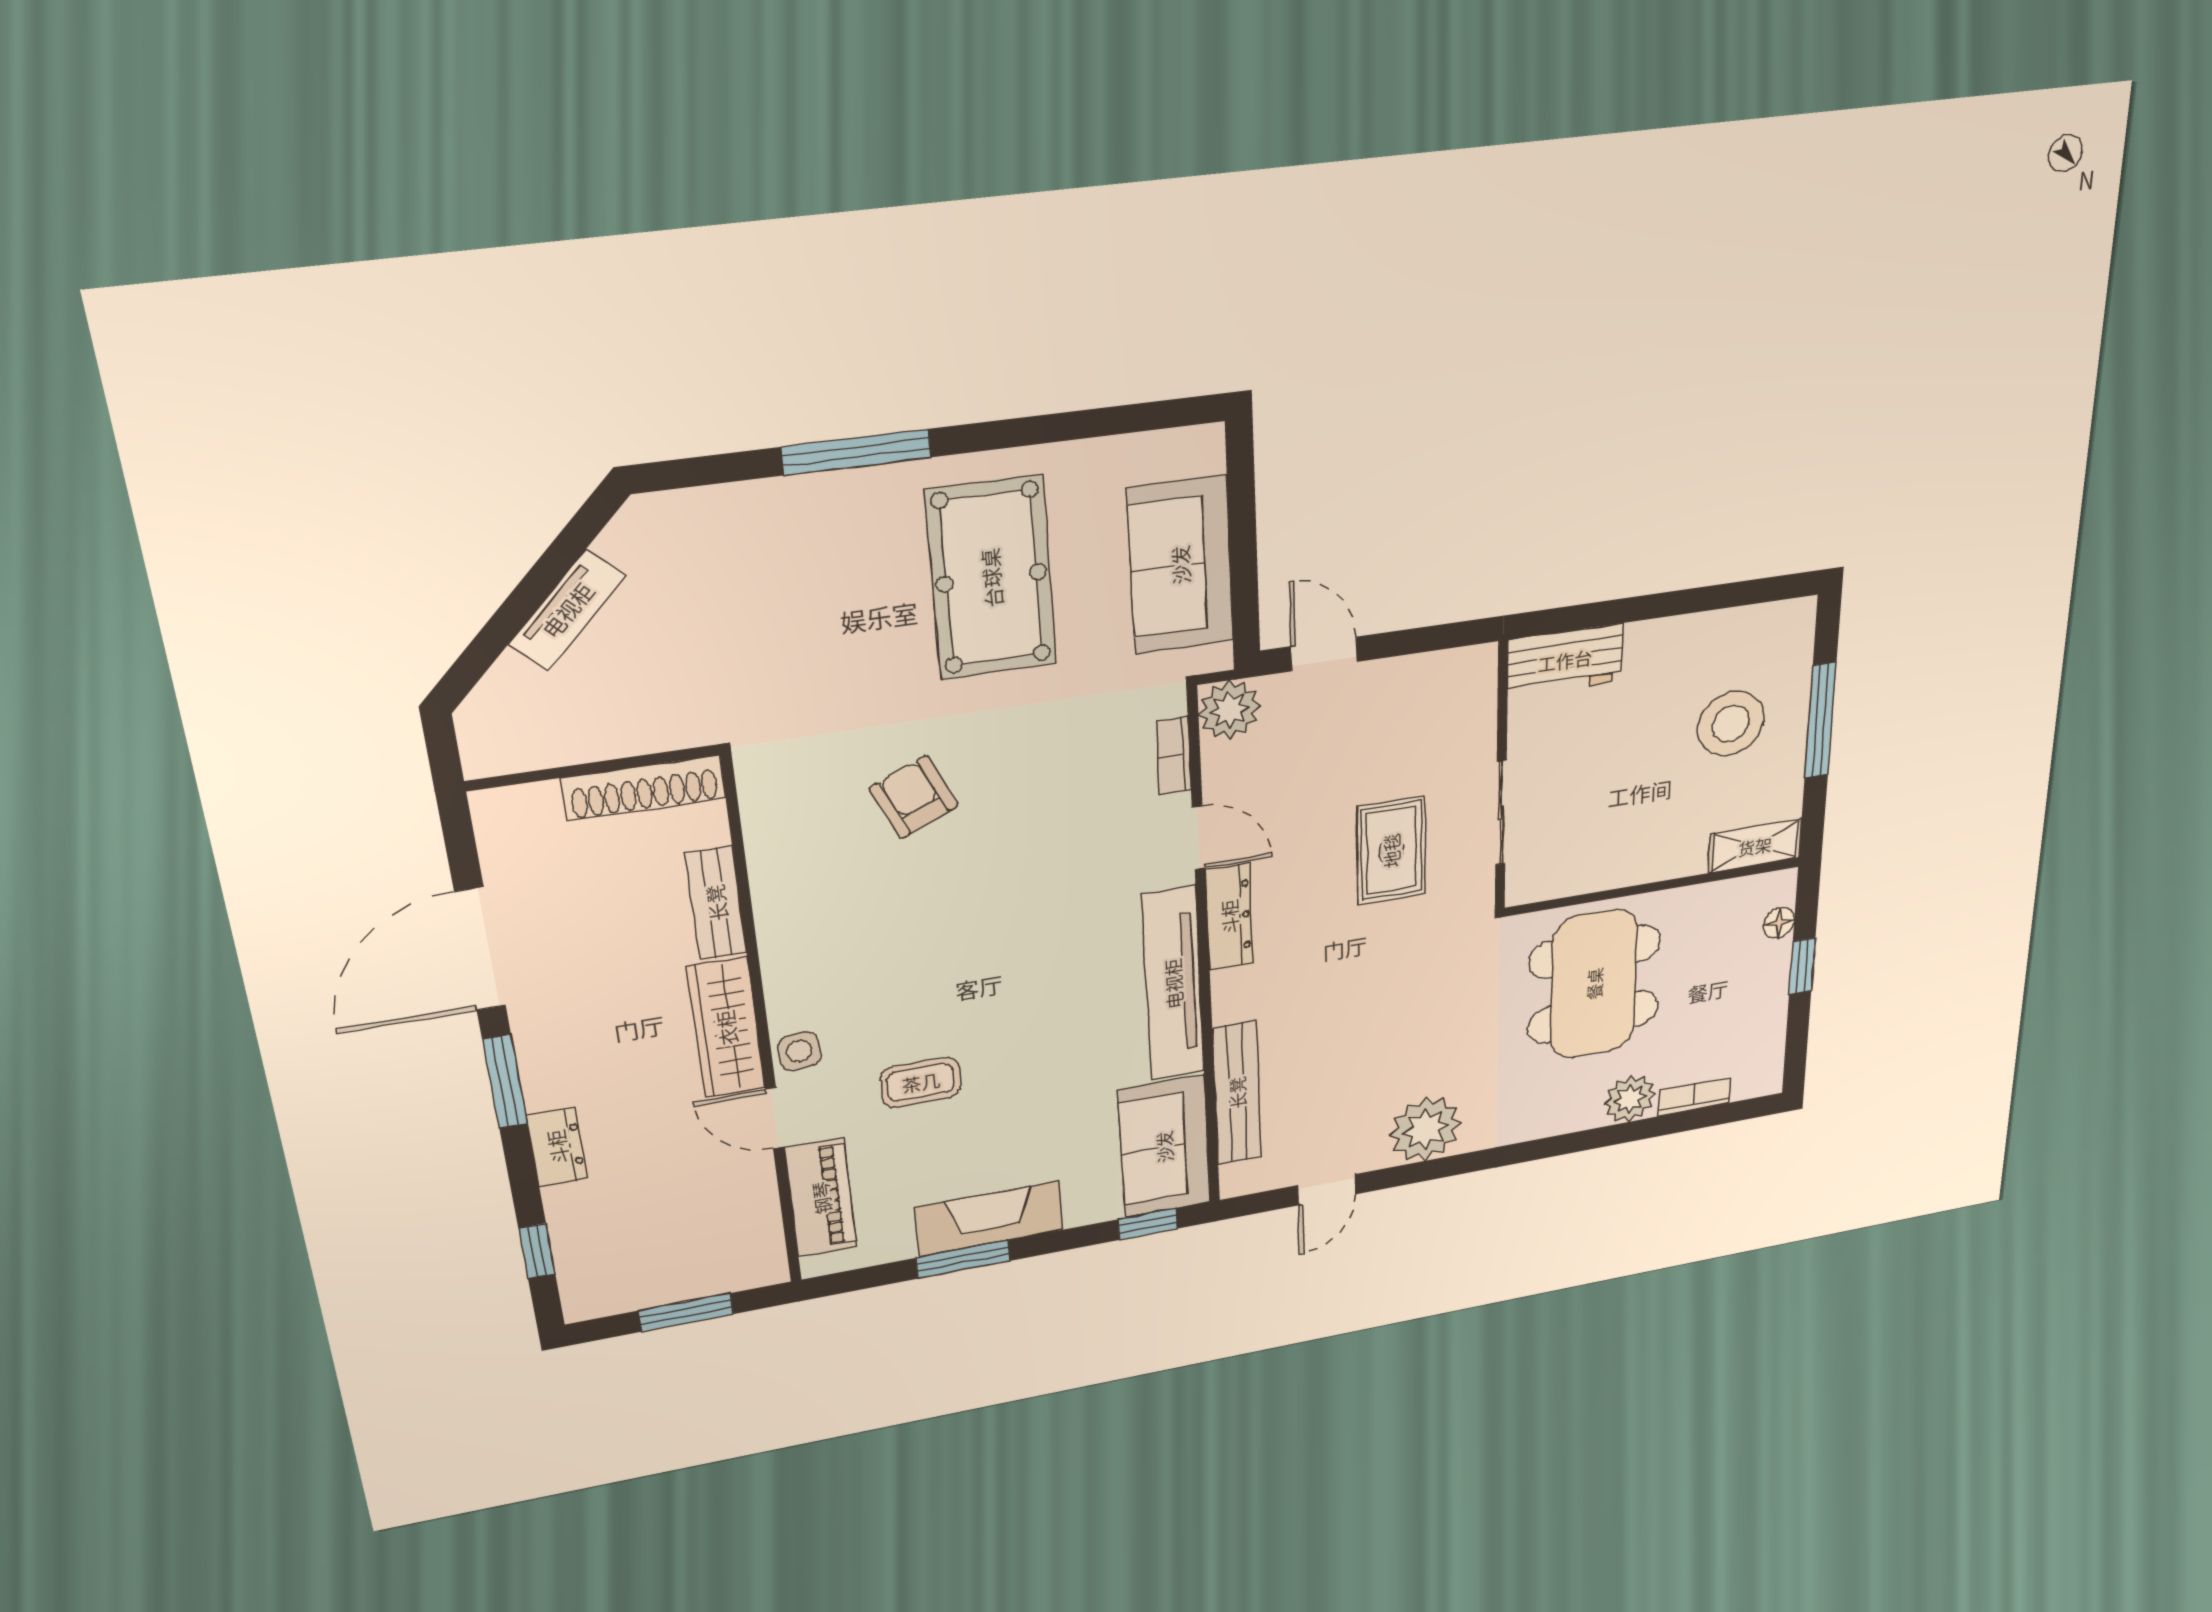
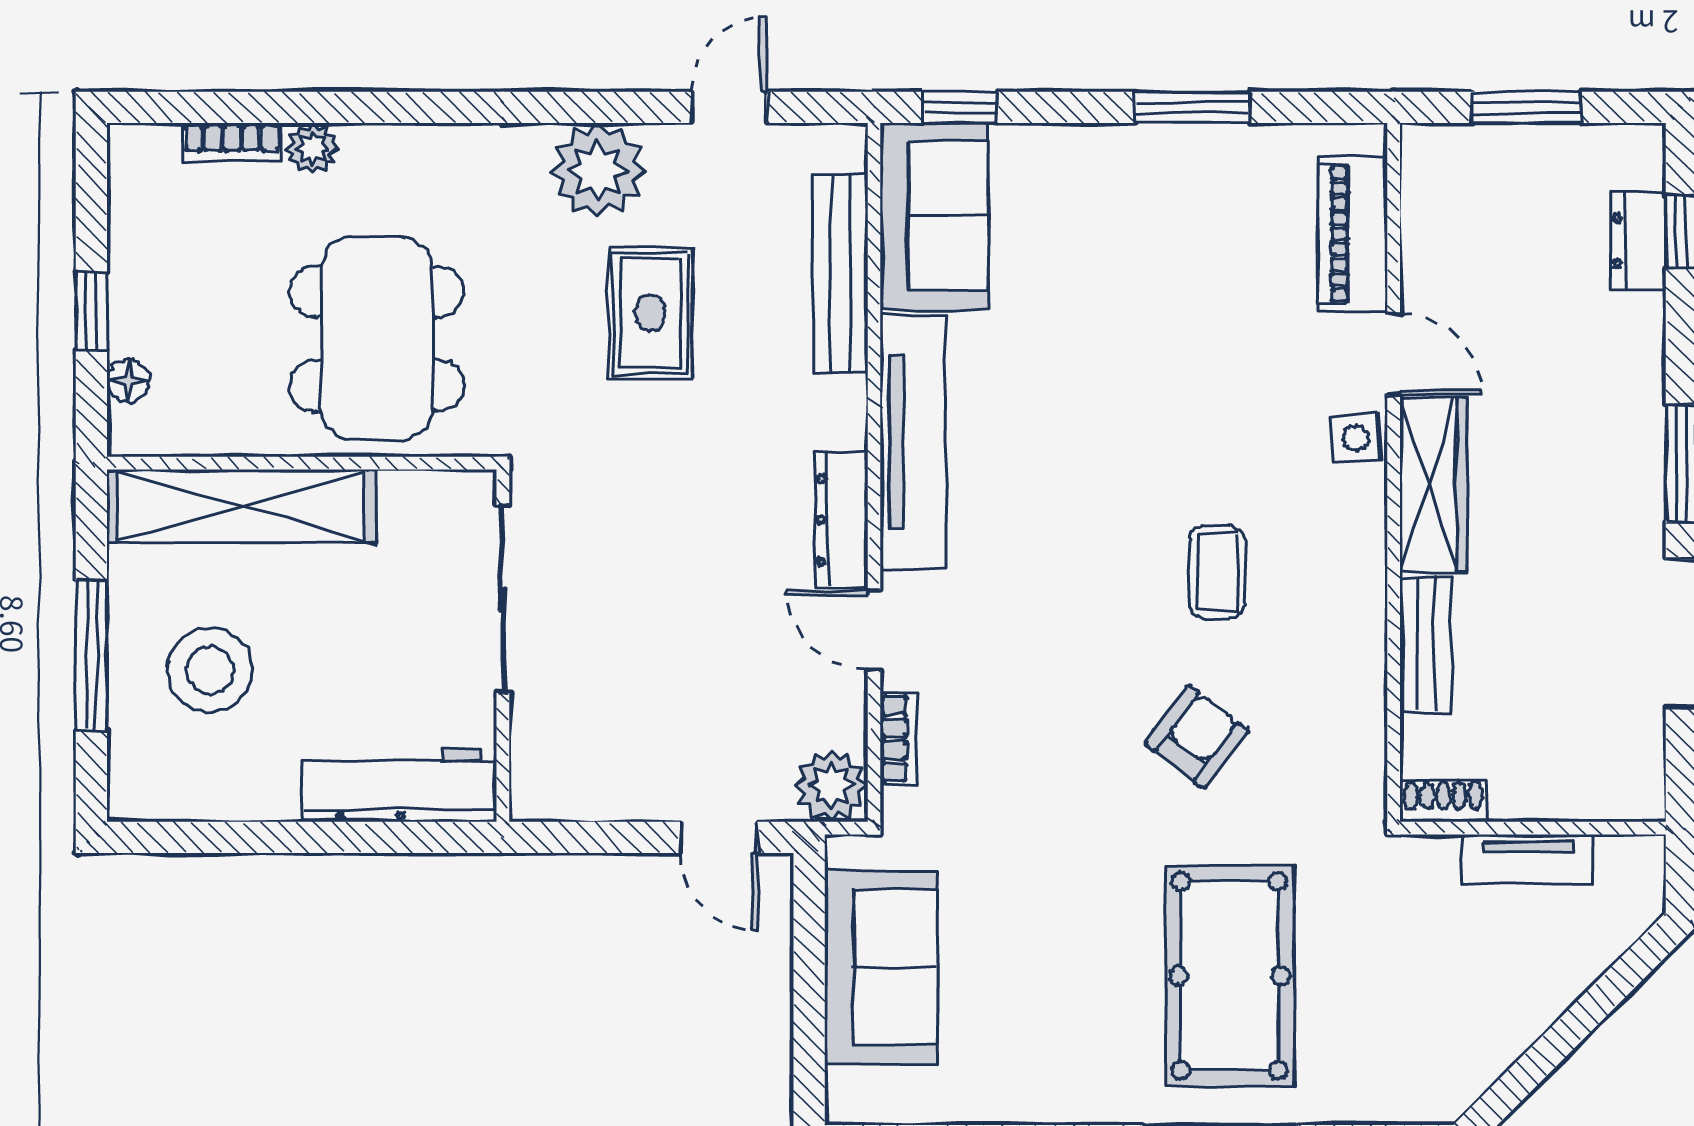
pool table: (991, 578) -> (1230, 976), moved
tv unit: (567, 610) -> (1528, 859), moved, turned -135
workbench: (1565, 660) -> (399, 785), width x1.38
shoe rack: (644, 788) -> (1443, 801), width x0.51, depth x0.81
armchair: (914, 797) -> (1196, 737), turned -119
sliding door: (1501, 813) -> (503, 599), width x1.37
shelving: (1755, 846) -> (241, 506), width x2.20, depth x1.33
rug: (1391, 851) -> (650, 313), moved
coffee table: (921, 1082) -> (1217, 572), moved, turned 90
plant: (1630, 1099) -> (312, 148), width x0.73, depth x0.73
dresser: (557, 1147) -> (1638, 241), moved
fireplace: (990, 1219) -> (1155, 159), removed

